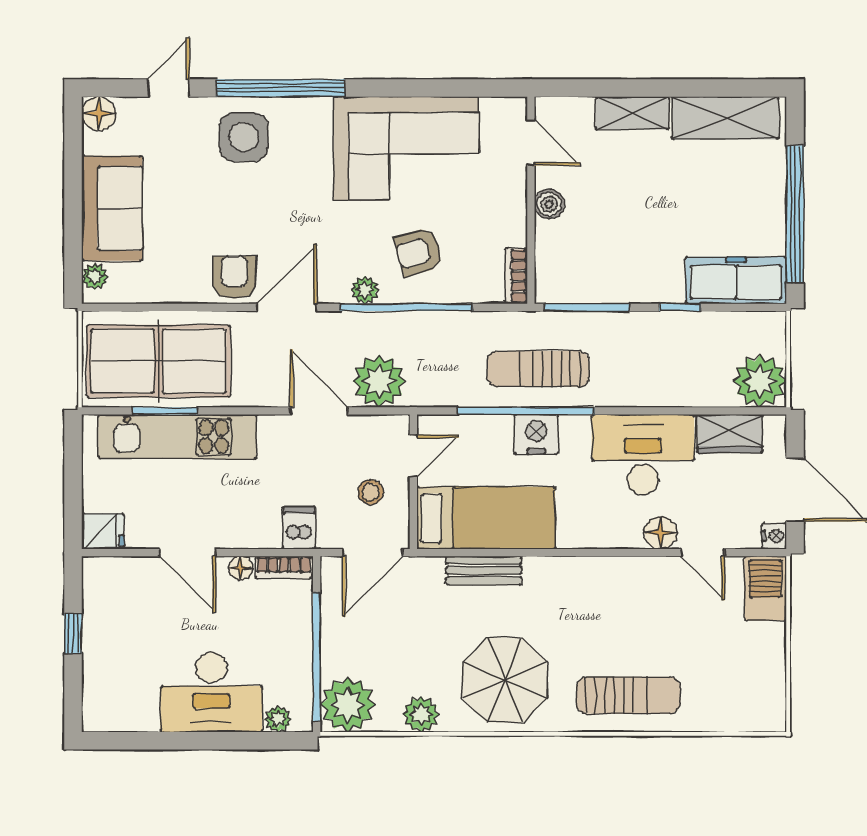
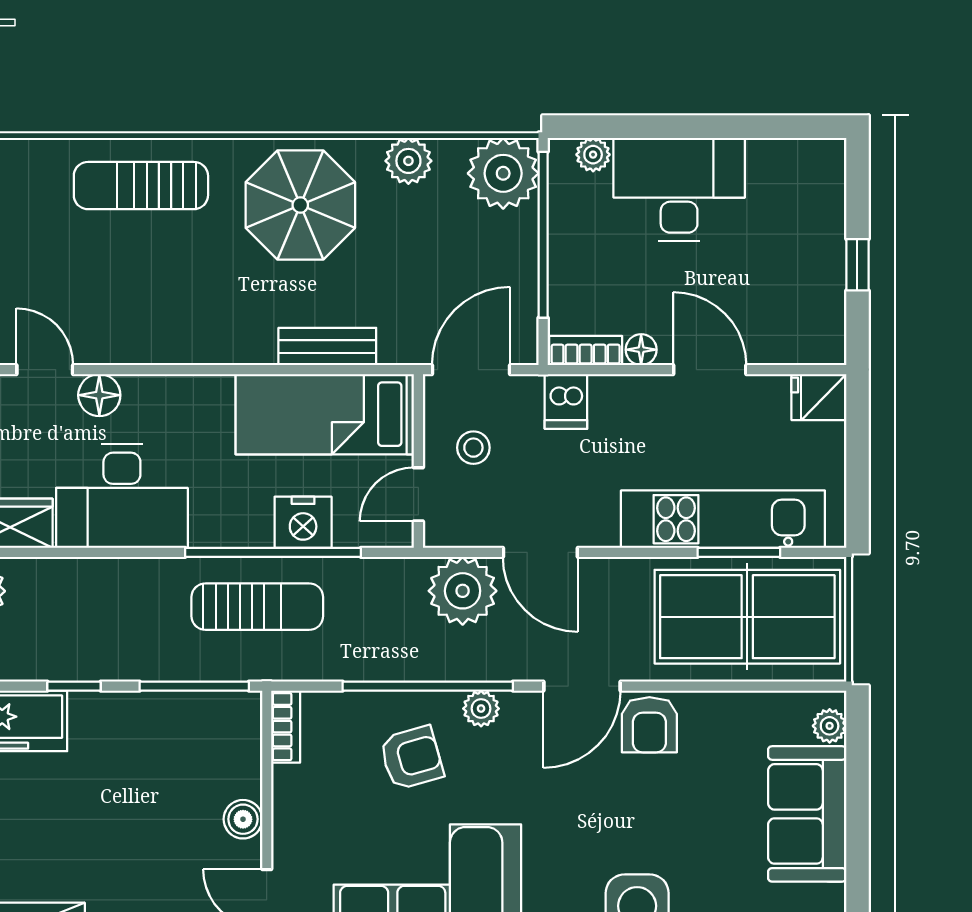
nightstand: (536, 434) -> (303, 522), moved

